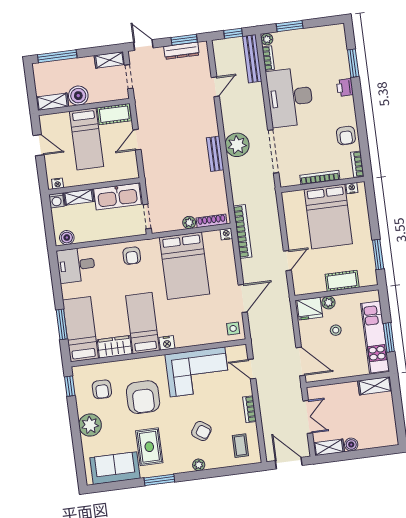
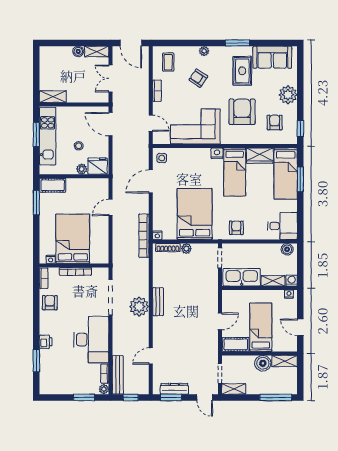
cot: (342, 281) -> (53, 185), moved

